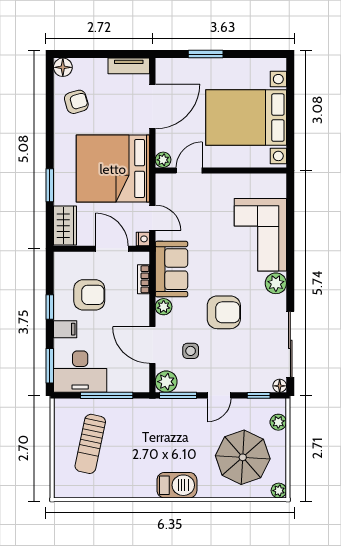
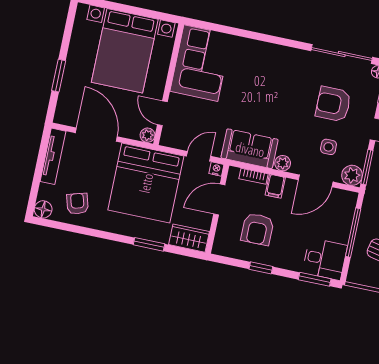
tv unit: (129, 66) -> (53, 156), width x1.41
corner sofa: (260, 235) -> (201, 63), moved, turned -90
plant: (276, 283) -> (283, 55), removed
armchair: (89, 295) -> (257, 229), turned 180
armchair: (224, 312) -> (333, 104), moved, turned -90
filing cabinet: (65, 329) -> (275, 186), moved, turned 180
desk: (80, 372) -> (325, 259), width x0.73

